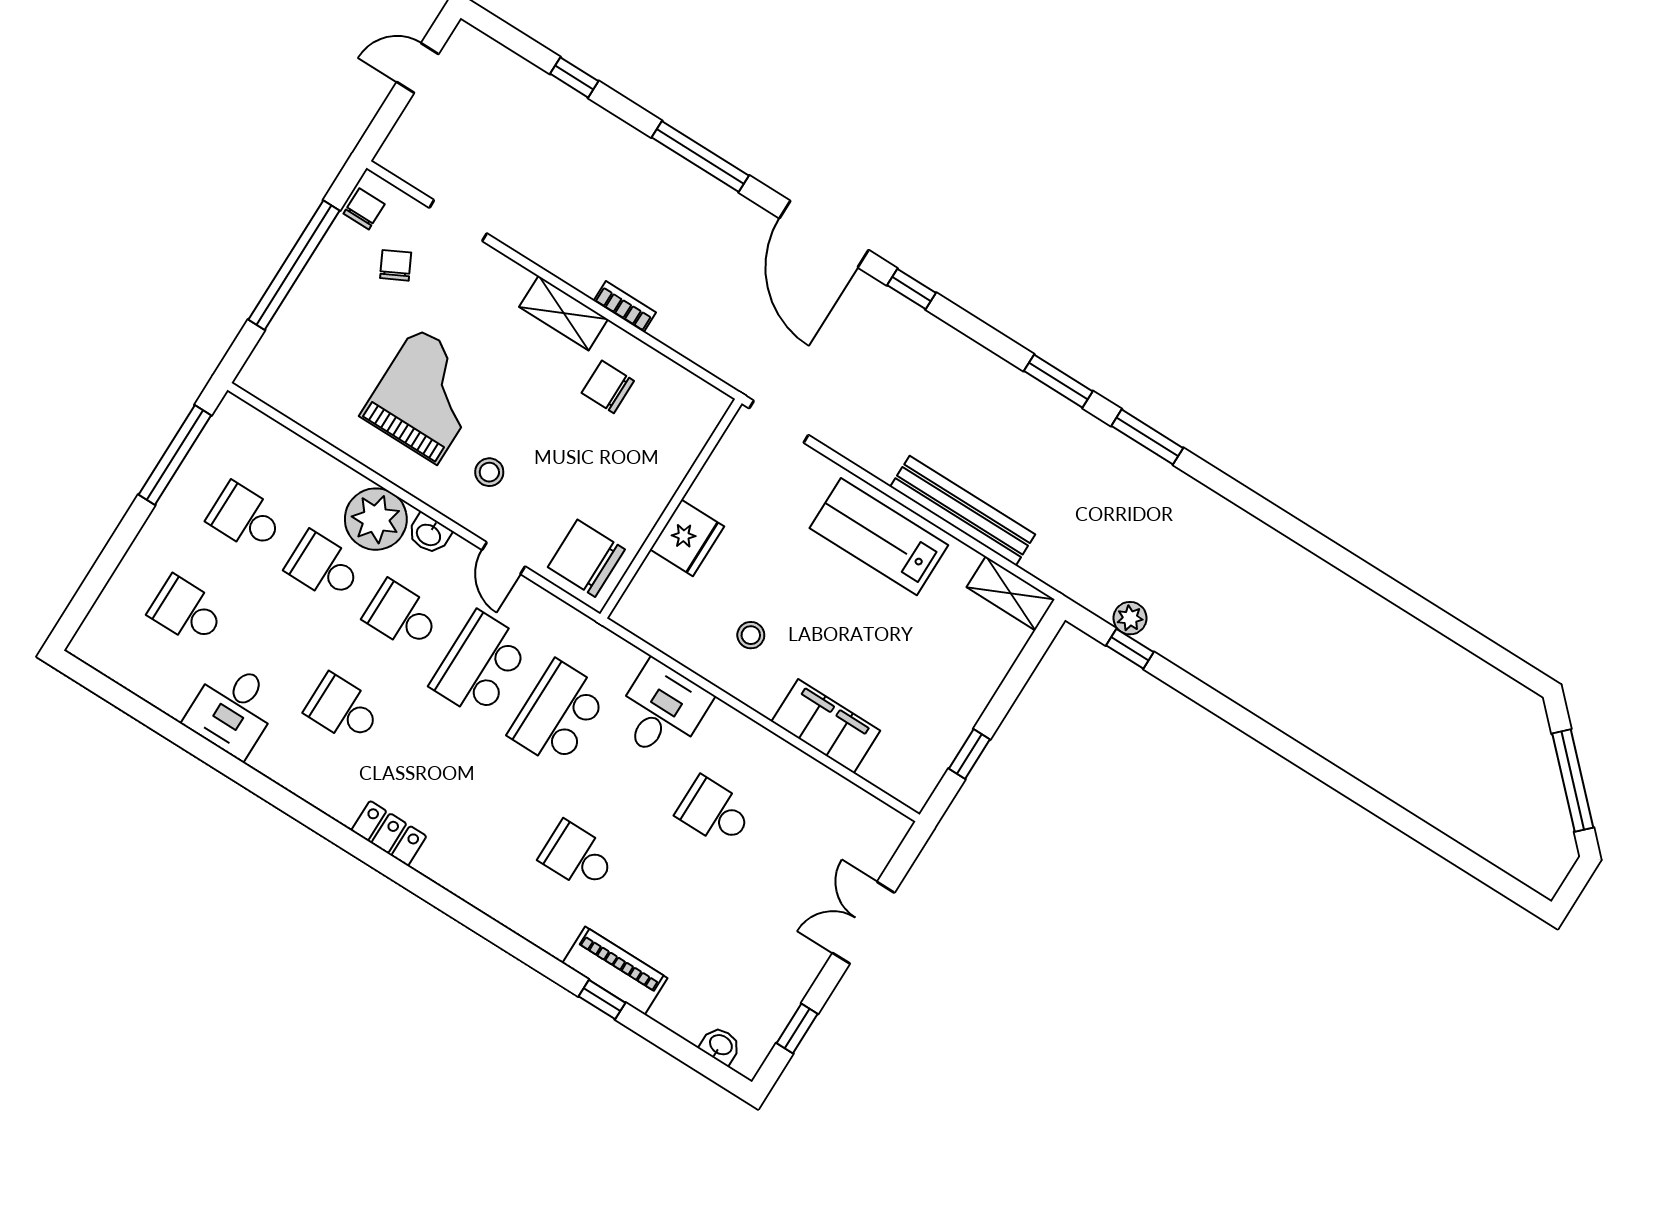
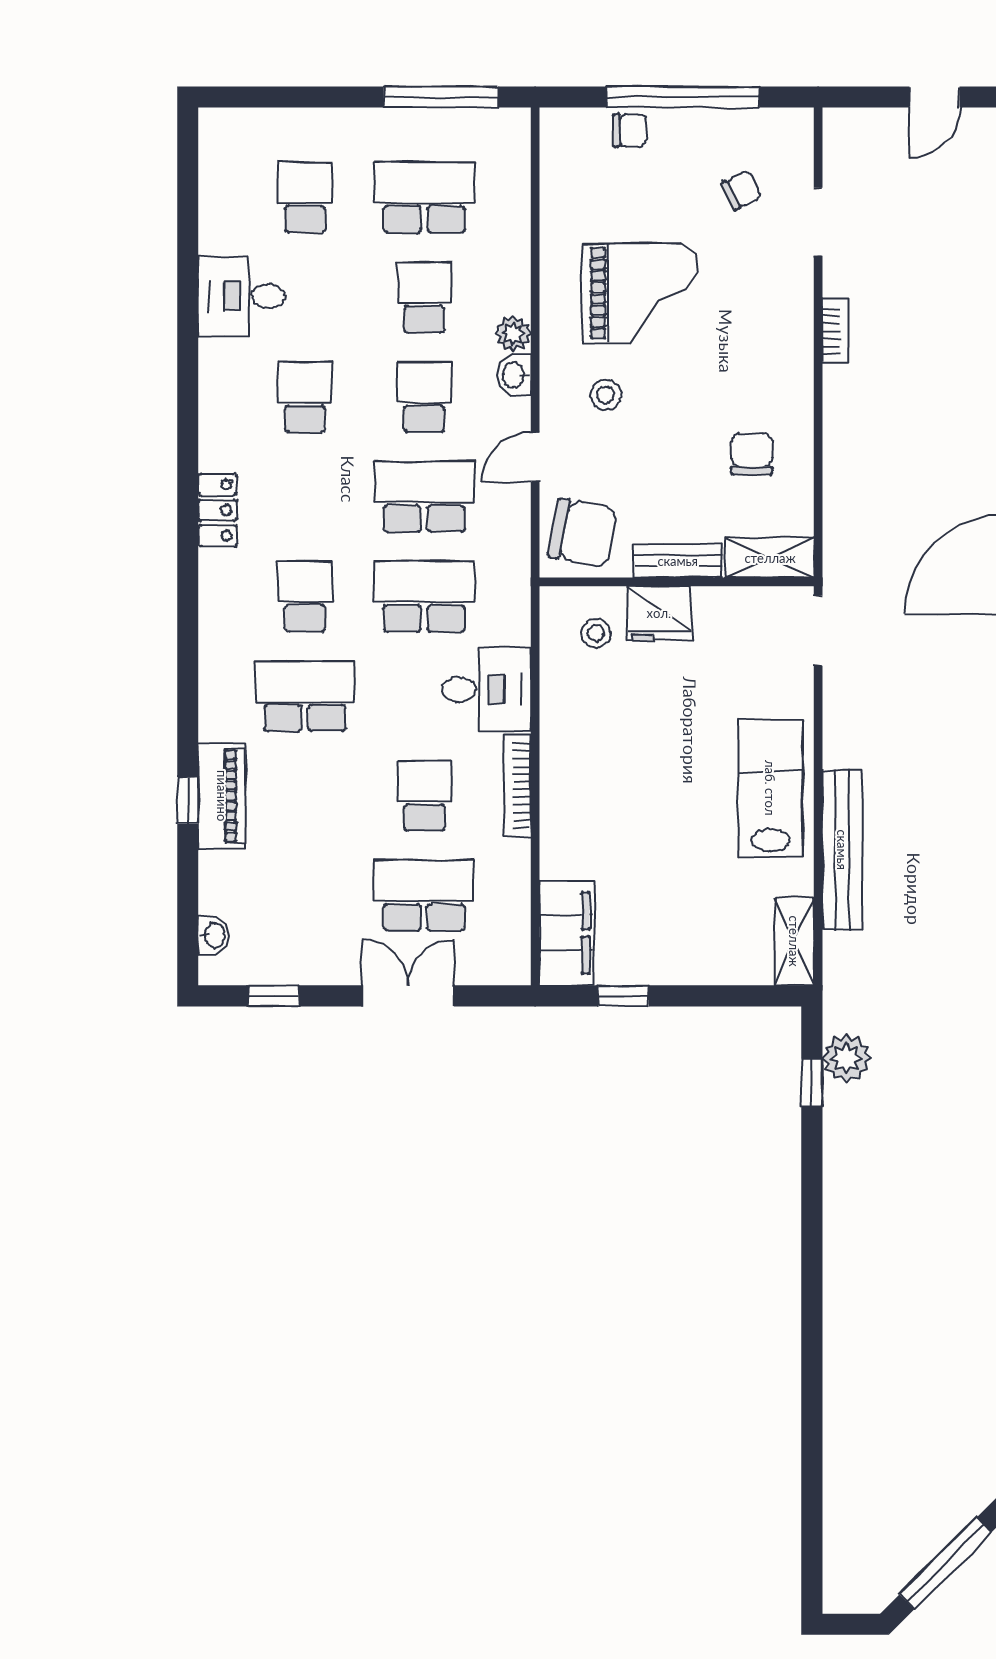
door: (418, 68) -> (934, 97), swing flipped
chair: (364, 209) -> (630, 130), moved
bookcase: (625, 307) -> (835, 331), moved
shelving: (564, 313) -> (770, 558), moved, turned 90
bench: (655, 497) -> (678, 561), added
school desk: (245, 518) -> (424, 197), width x1.85
plant: (376, 519) -> (513, 333), width x0.53, depth x0.53
chair: (586, 558) -> (583, 533), turned 101
plant: (1130, 618) -> (847, 1058), width x1.38, depth x1.38
stool: (751, 635) -> (596, 633), moved
filing cabinet: (826, 726) -> (567, 933), moved
bookcase: (753, 734) -> (518, 786), added
school desk: (499, 807) -> (305, 596), added
school desk: (578, 856) -> (305, 696), width x1.85
school desk: (793, 861) -> (424, 895), added

